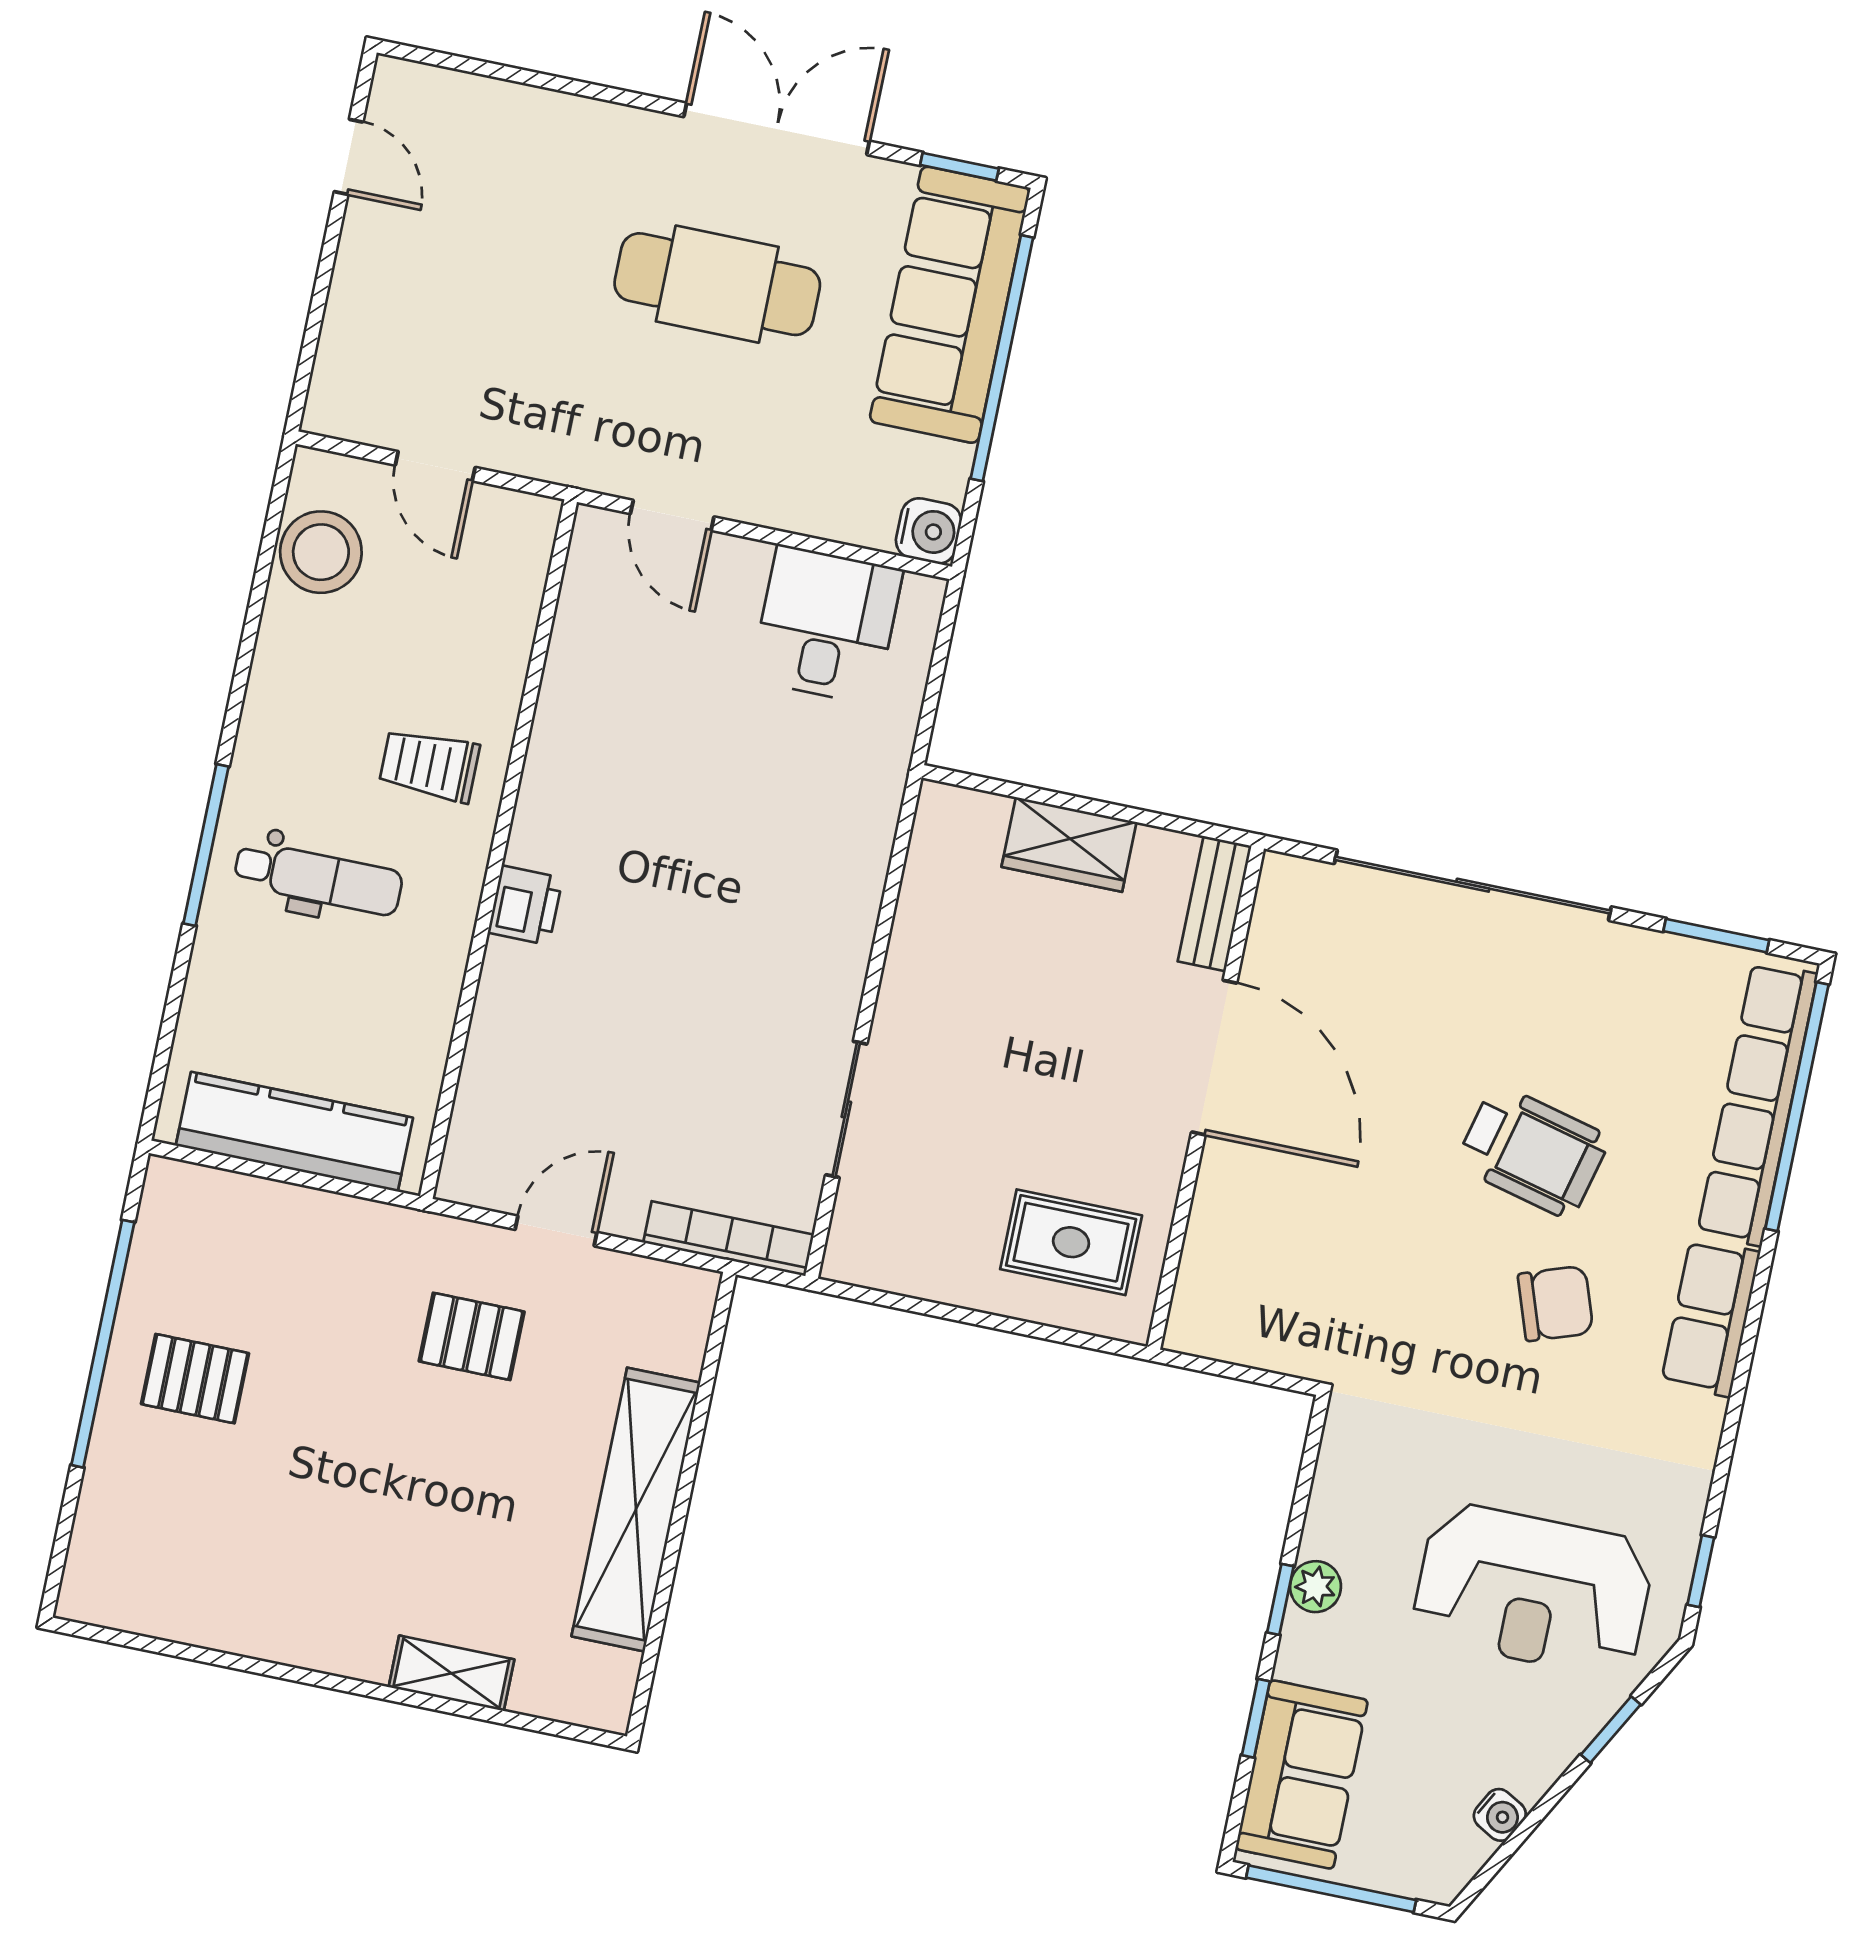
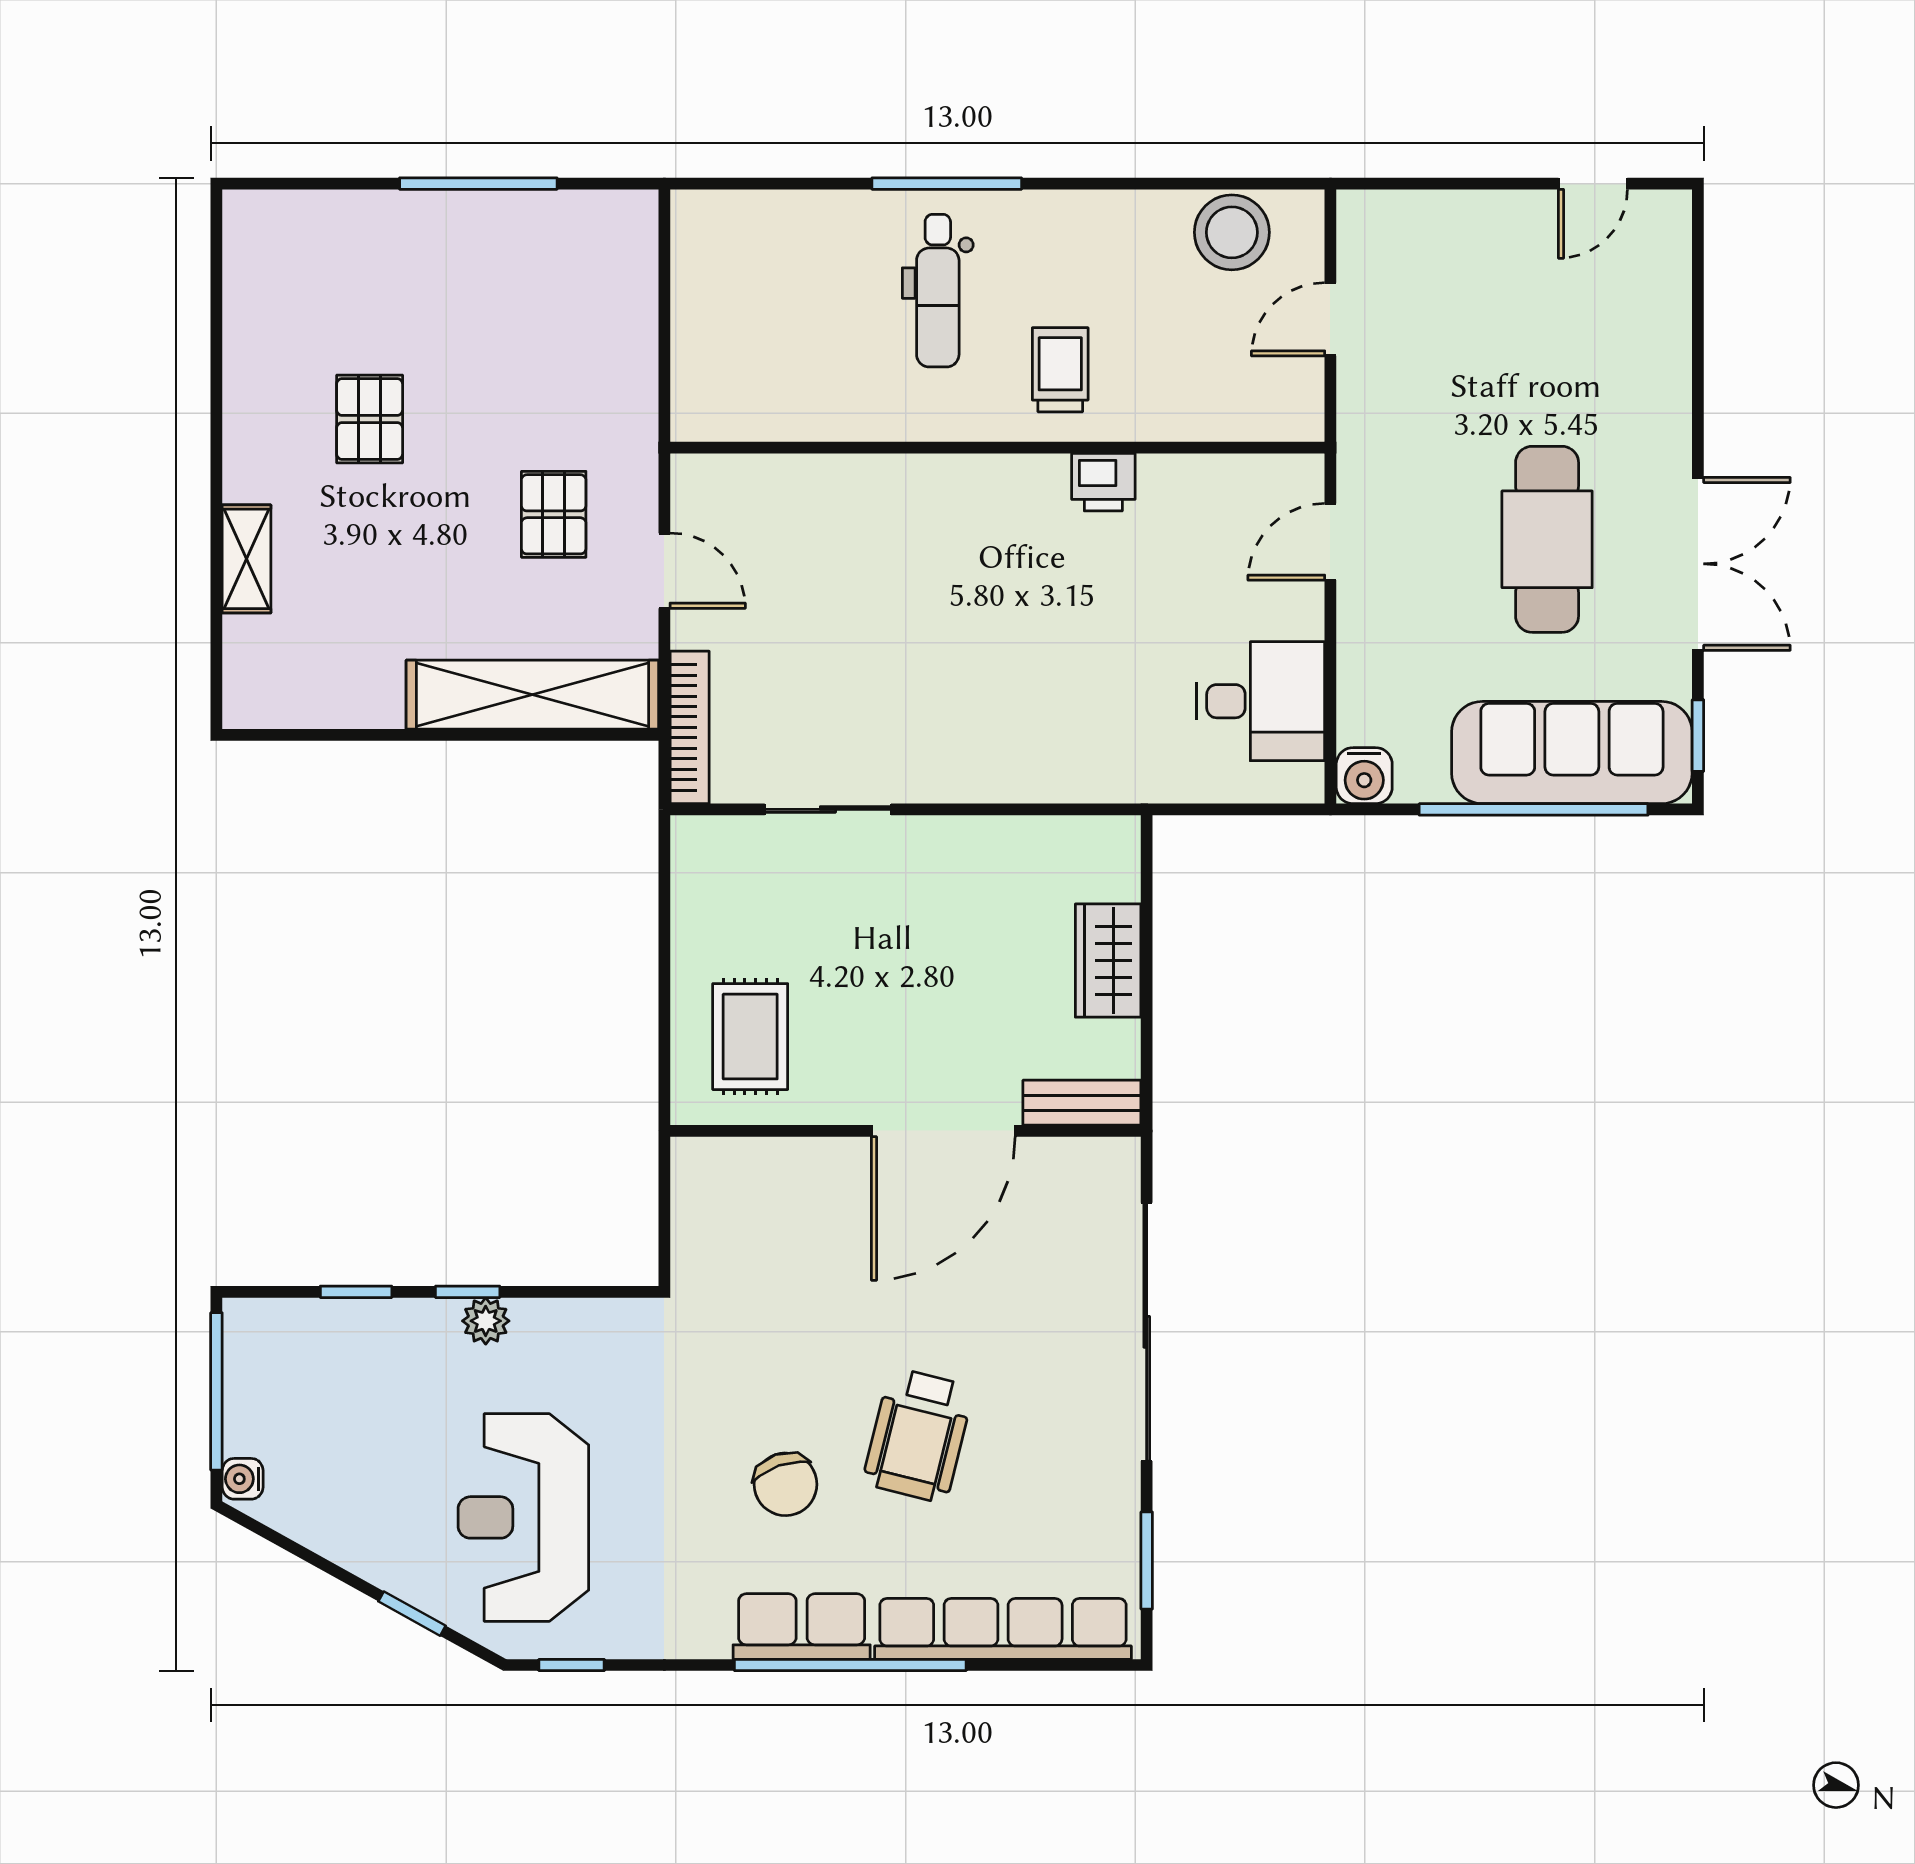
printer: (525, 905) -> (1103, 482), moved
window: (1797, 1107) -> (850, 1665), moved
kitchen counter: (294, 1132) -> (705, 317), removed
window: (103, 1344) -> (478, 184), width x0.68
pallet: (195, 1379) -> (370, 419), moved
shelving: (636, 1510) -> (532, 695), moved
sofa: (1302, 1774) -> (314, 1344), removed
water cooler: (1500, 1815) -> (243, 1479), moved, turned 61

